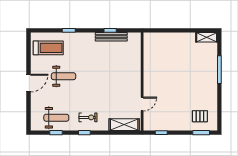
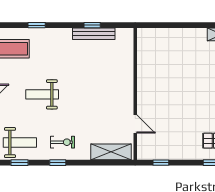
weight bench: (64, 76) -> (42, 94), moved, turned 180
door: (142, 104) -> (135, 124), hinge flipped

